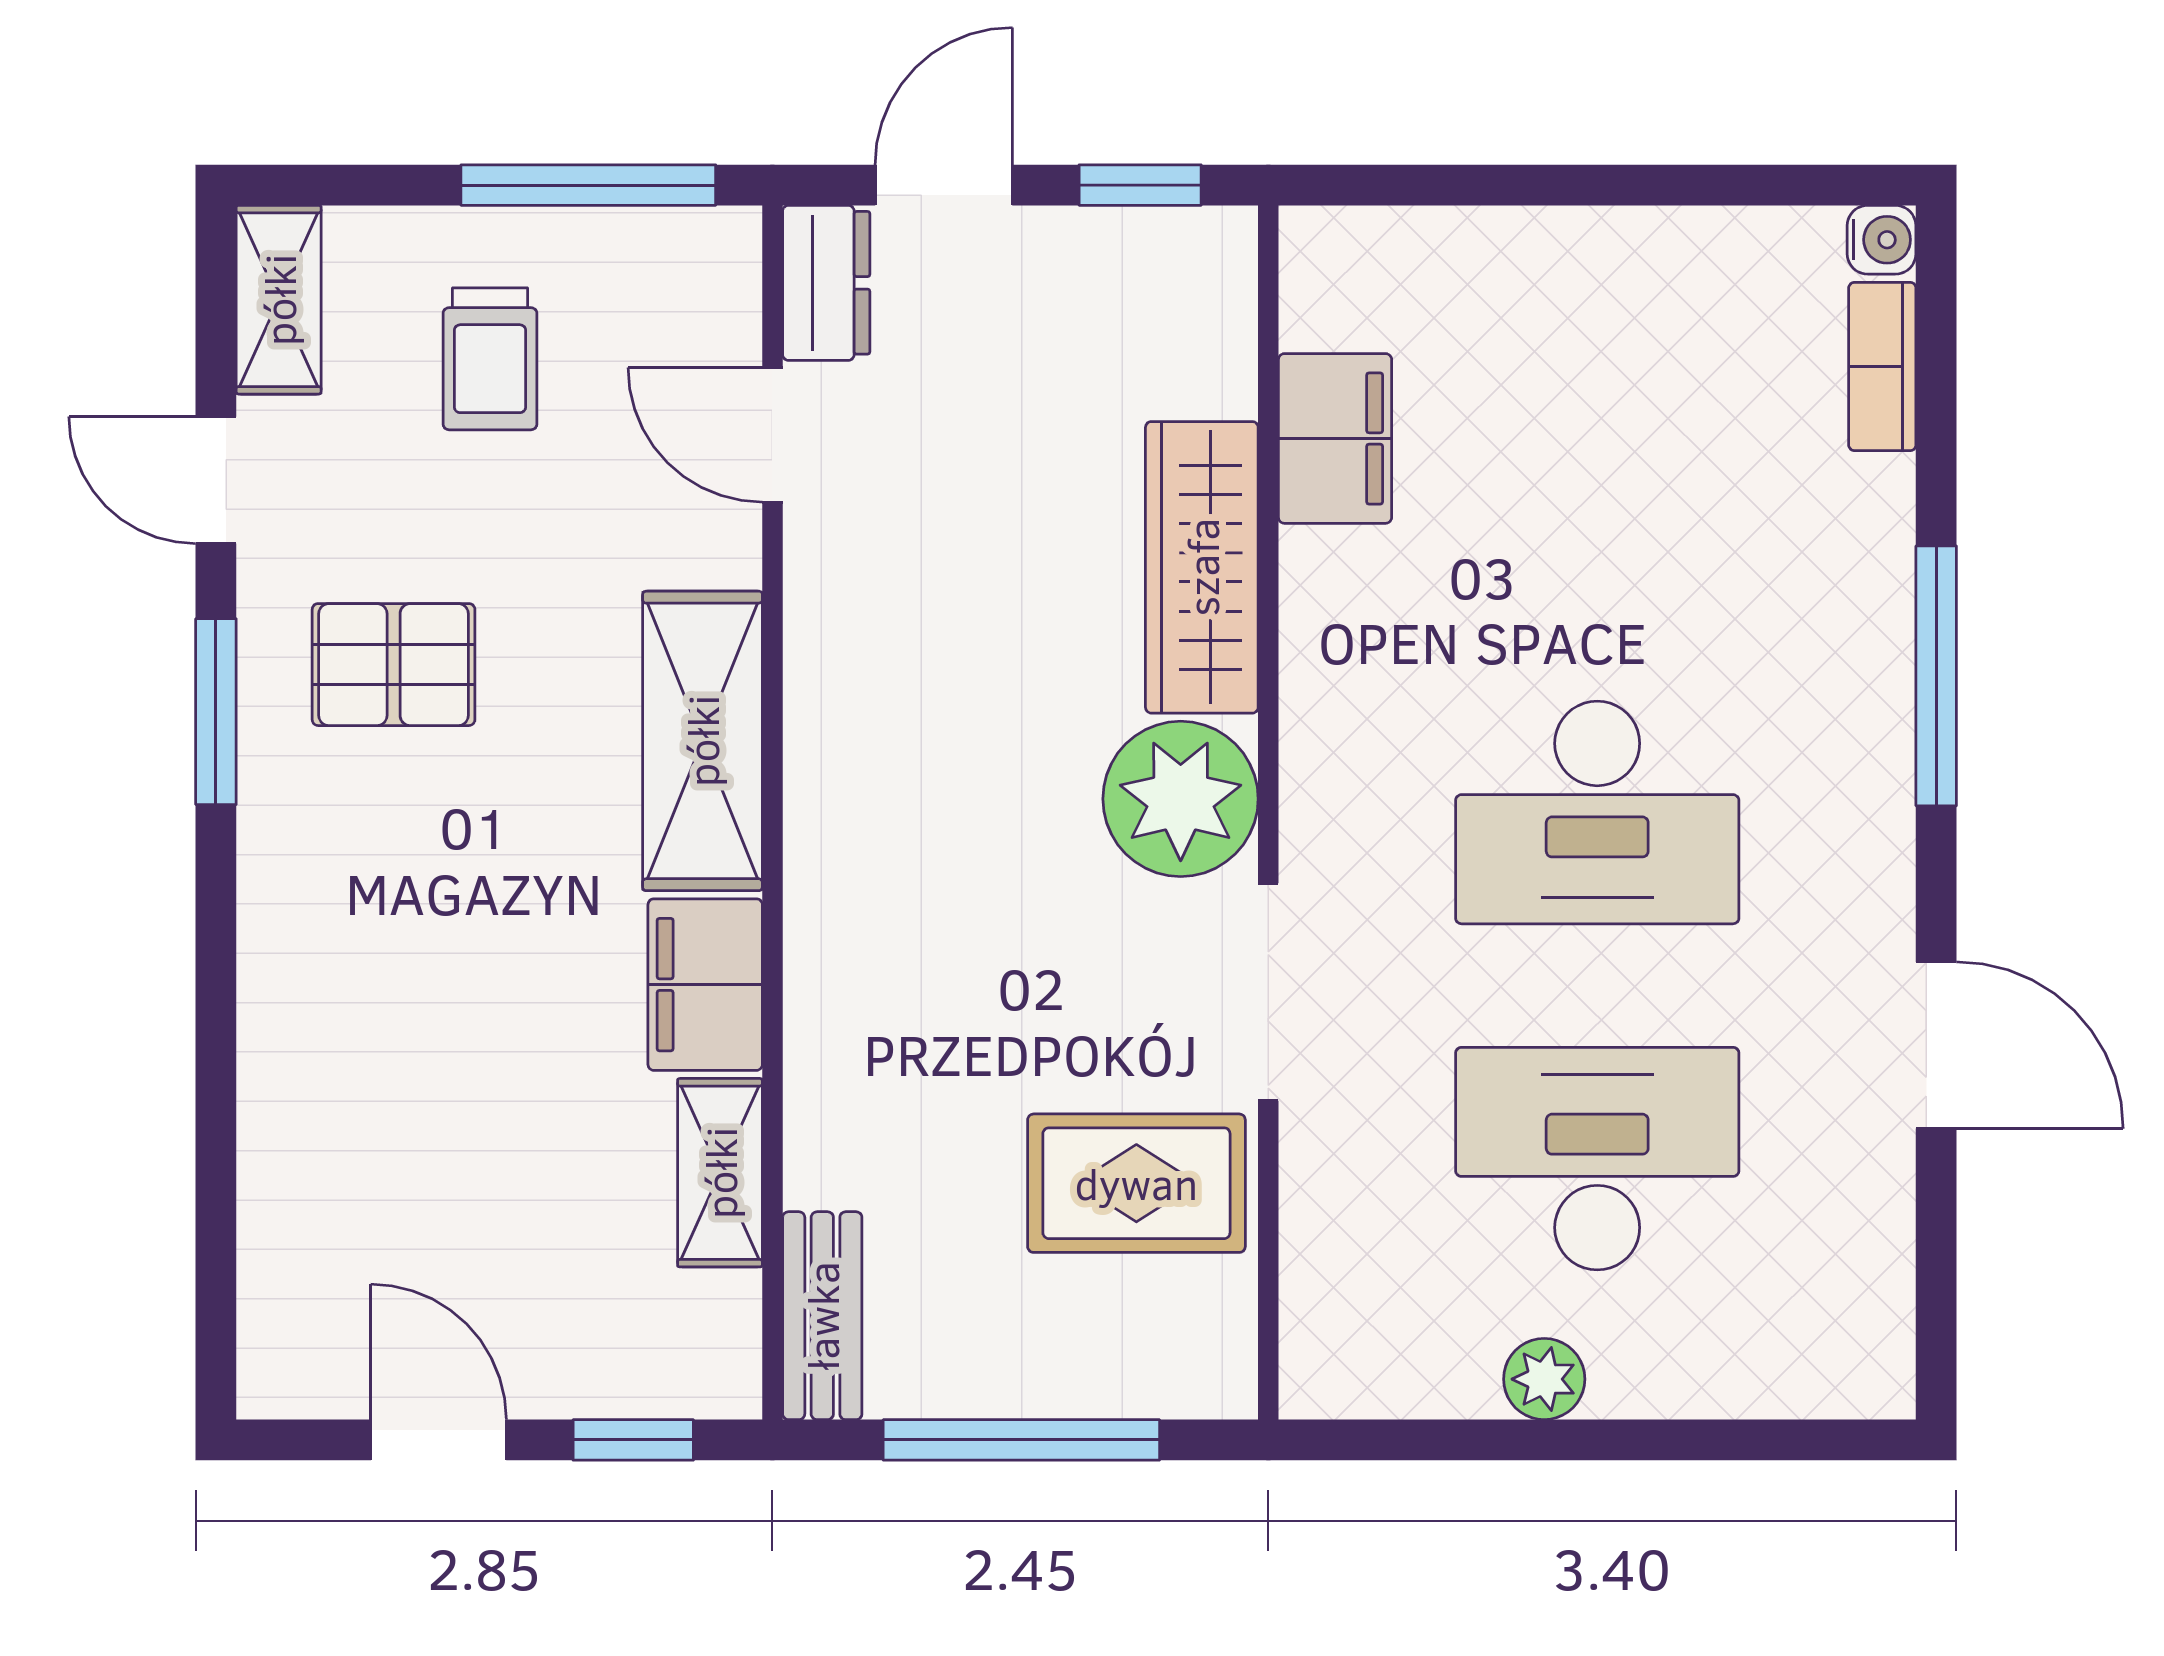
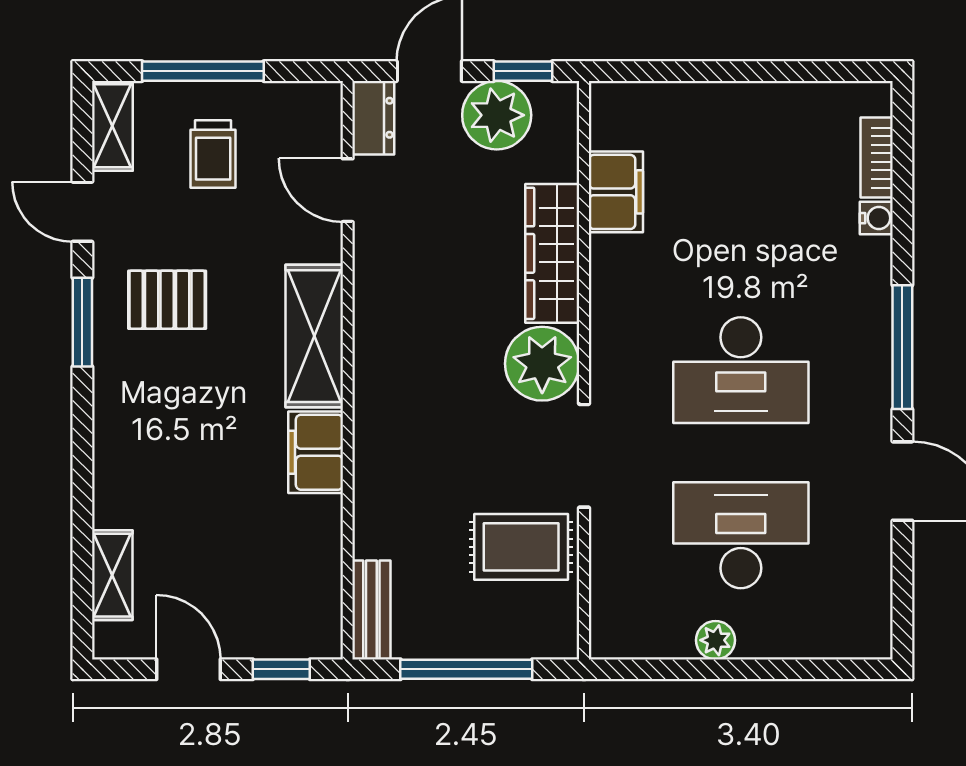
window: (588, 185) -> (203, 71), moved
water cooler: (1882, 240) -> (876, 218), moved
plant: (1085, 277) -> (497, 115), added
window: (1936, 676) -> (902, 347), moved
shelving: (720, 1173) -> (112, 575), moved

